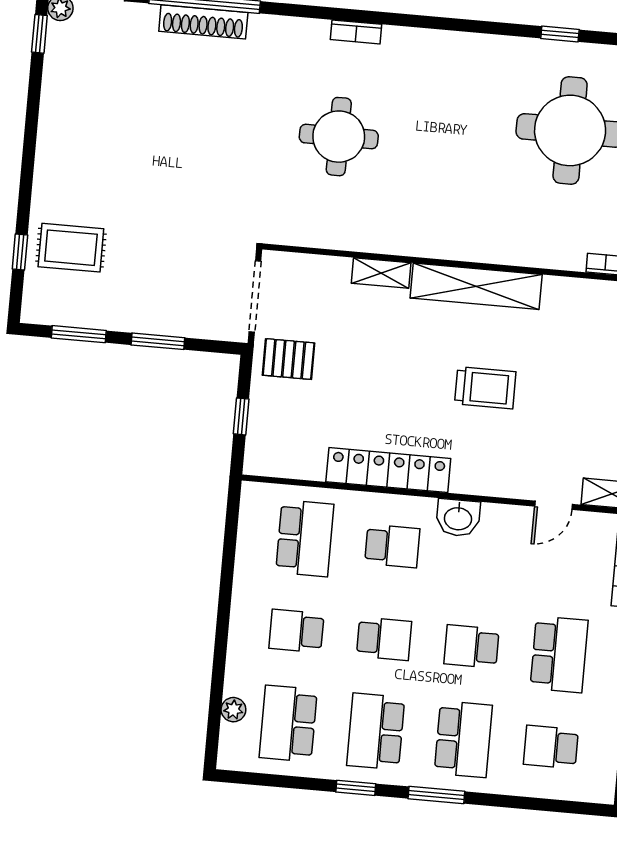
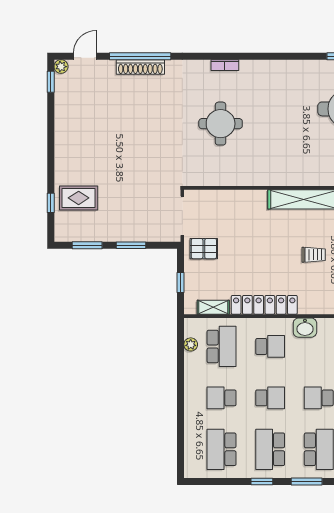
shelving: (381, 273) -> (213, 307), moved
trolley: (485, 388) -> (314, 255), width x0.73, depth x0.72
plant: (233, 710) -> (191, 344), moved

